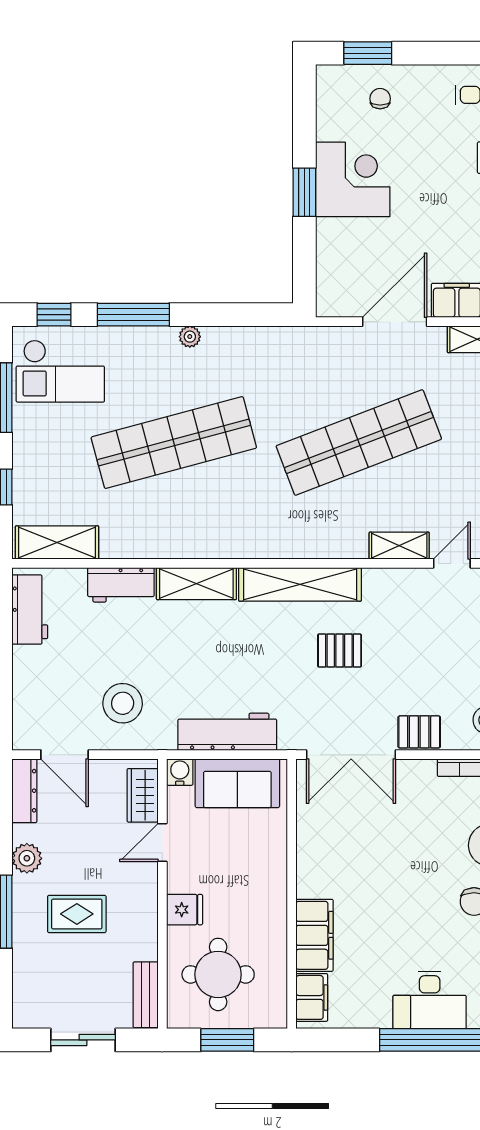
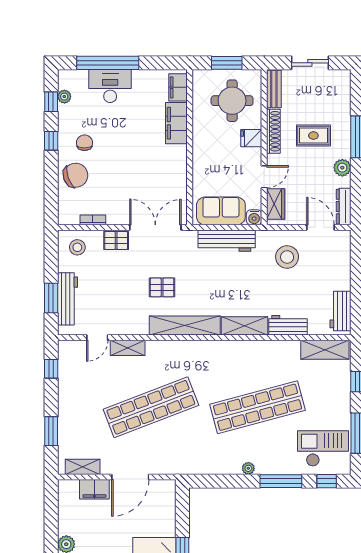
shoe rack: (146, 921) -> (273, 131), added

